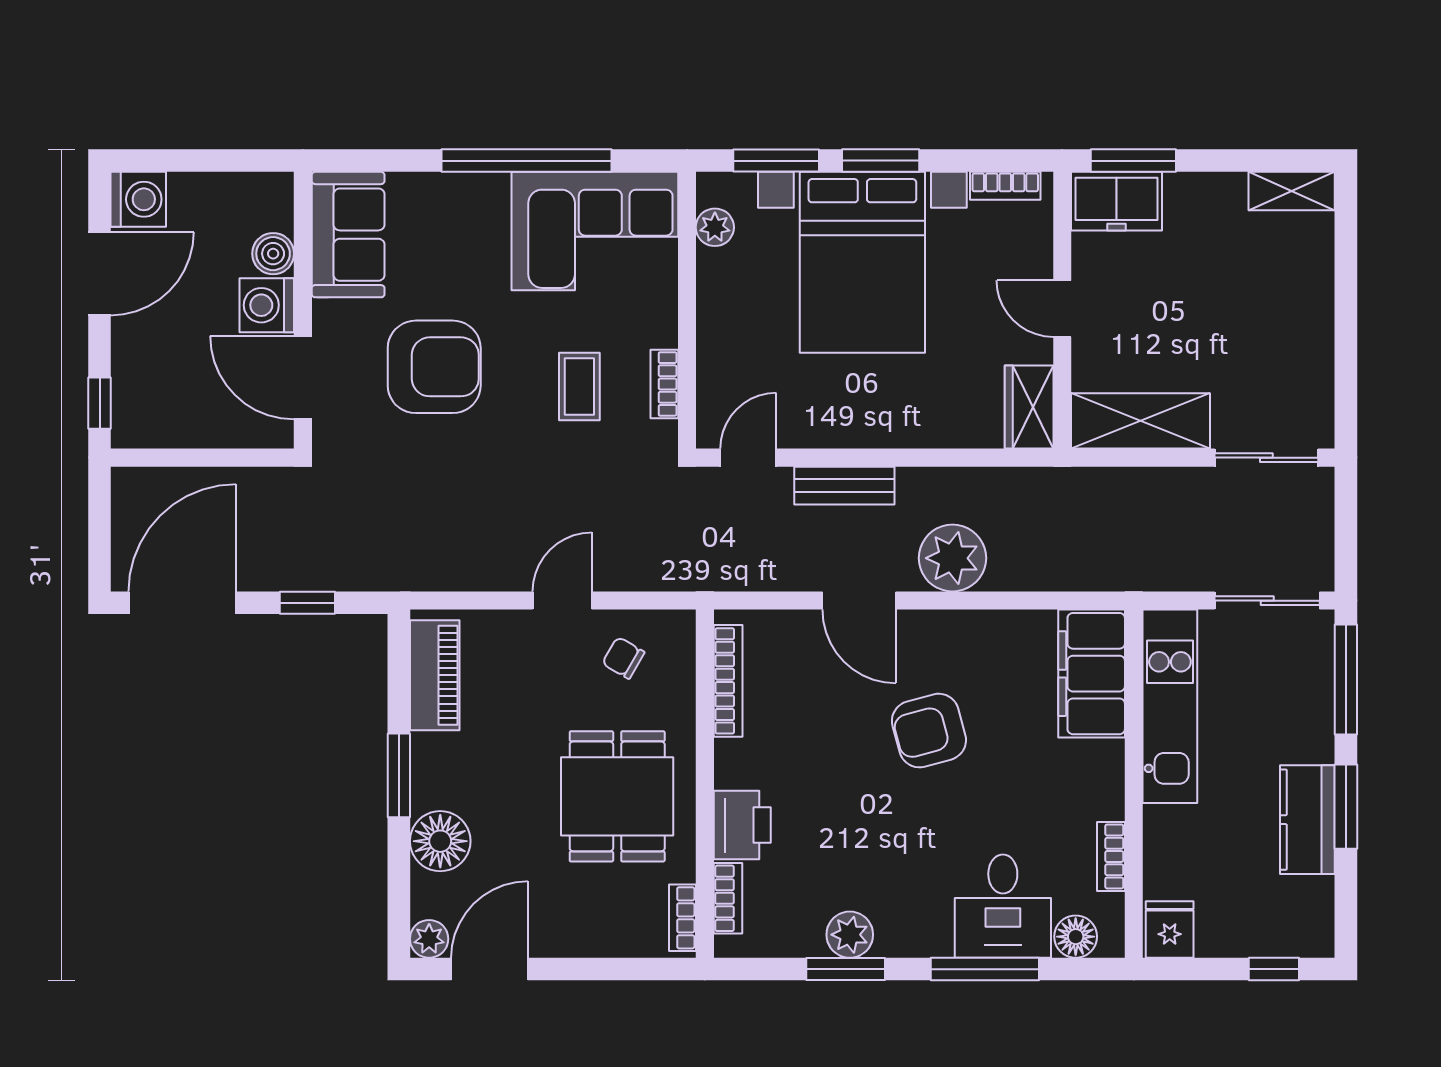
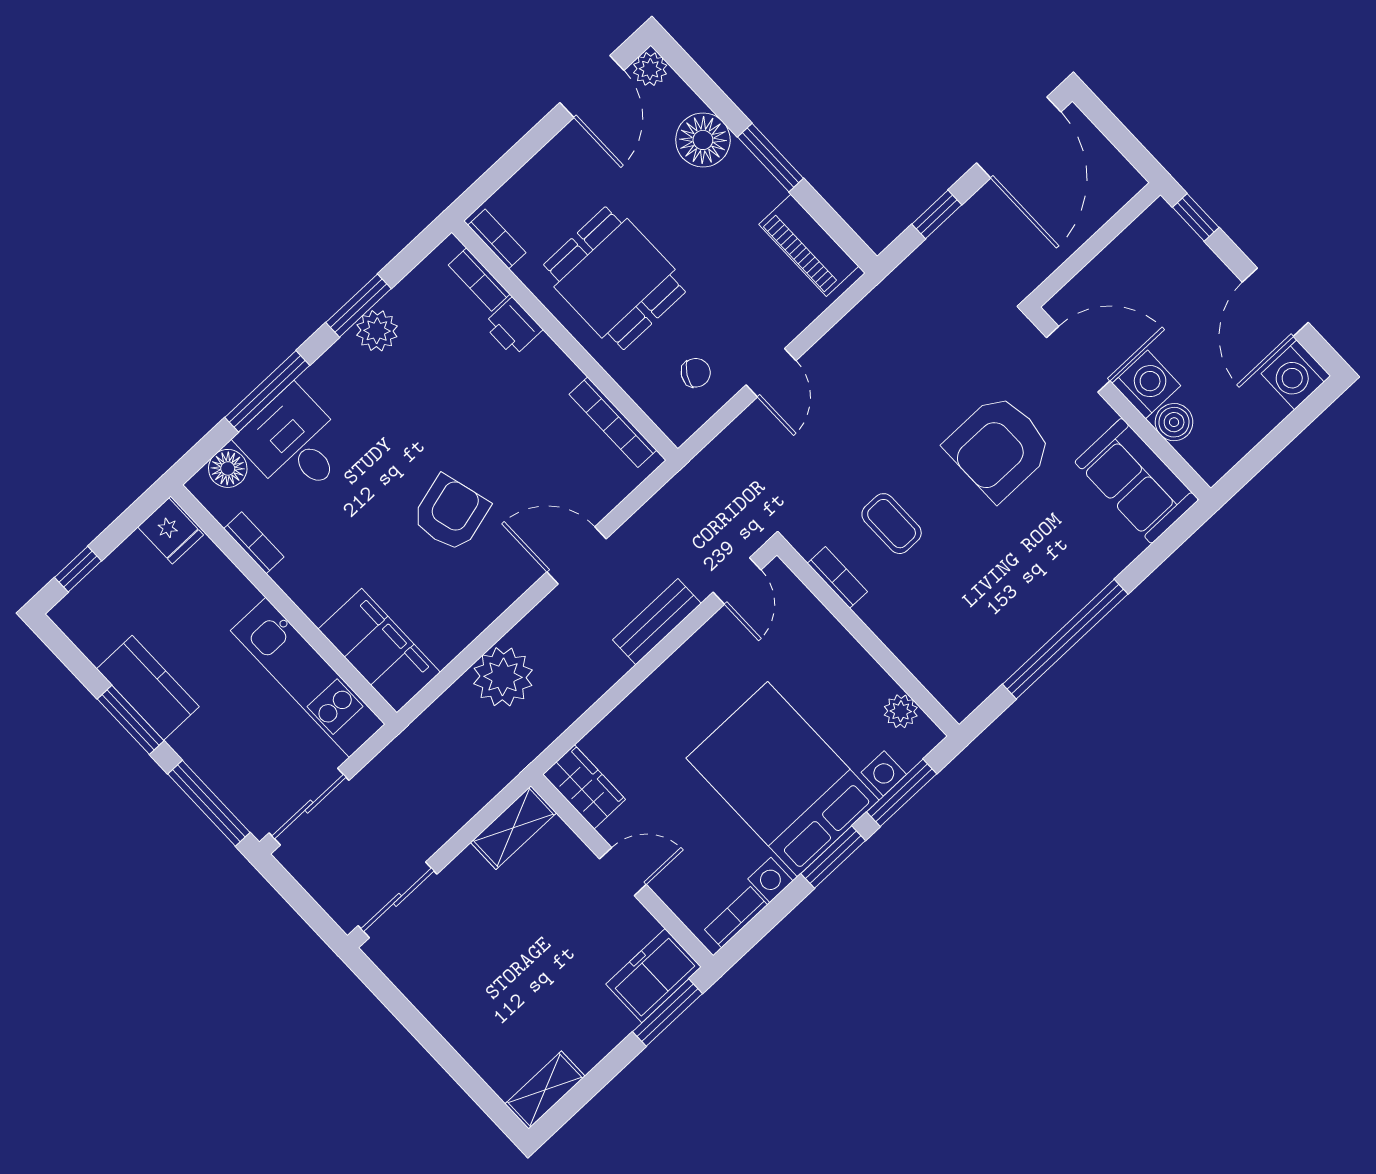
corner sofa: (595, 231) -> (977, 635), removed
shelving: (1141, 421) -> (513, 828), width x0.67, depth x0.75
plant: (952, 558) -> (503, 677), moved
printer: (742, 825) -> (513, 327), width x0.73, depth x0.81

